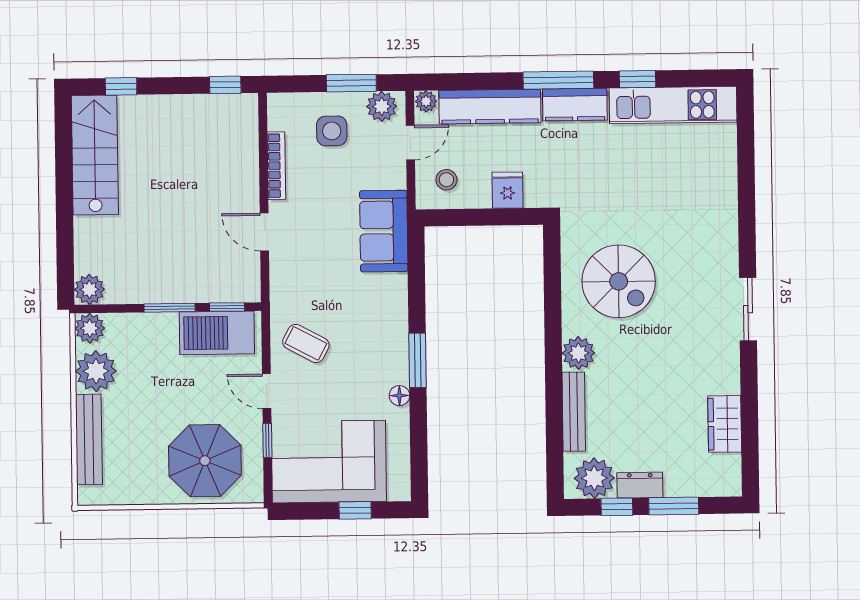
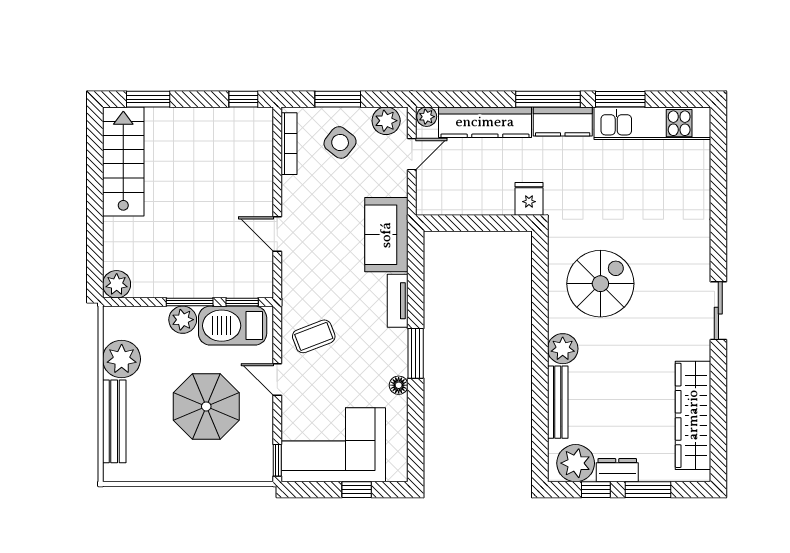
window: (638, 79) -> (620, 99), width x1.50
window: (351, 83) -> (338, 99), moved
window: (121, 86) -> (148, 99), width x1.50
side table: (332, 131) -> (340, 142), turned 38
bookcase: (276, 166) -> (289, 144), moved
stool: (446, 180) -> (444, 189), removed
fridge: (508, 190) -> (529, 199), moved
spiral stairs: (619, 281) -> (600, 284), turned -90
tv unit: (397, 303) -> (398, 301), added
plant: (90, 328) -> (183, 320), moved
coffee table: (306, 343) -> (314, 336), turned -49
wardrobe: (725, 424) -> (693, 415), width x2.10, depth x1.17
window: (267, 440) -> (277, 460), moved
parasol: (205, 461) -> (206, 406), moved

